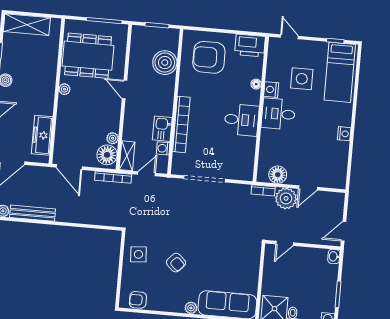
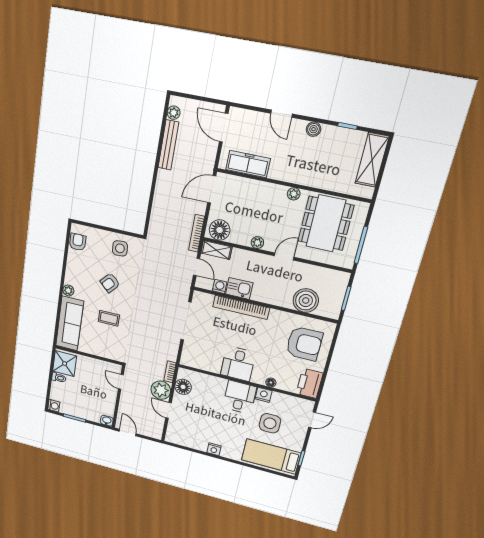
armchair: (209, 57) -> (304, 344), turned 90
plant: (113, 138) -> (257, 243), moved
coffee table: (215, 261) -> (109, 318), added

